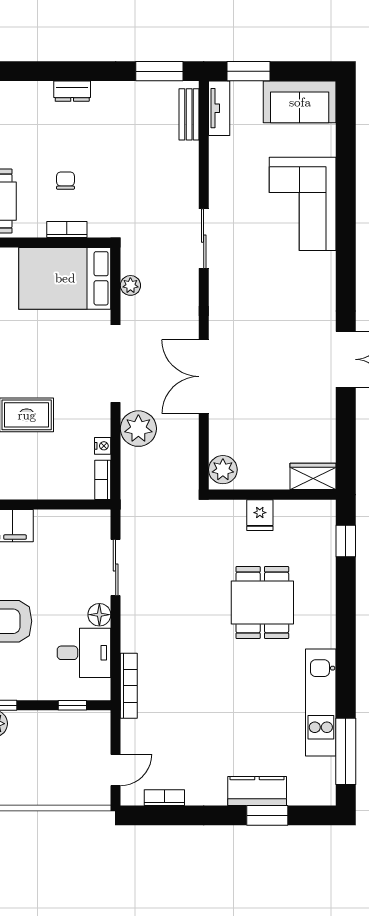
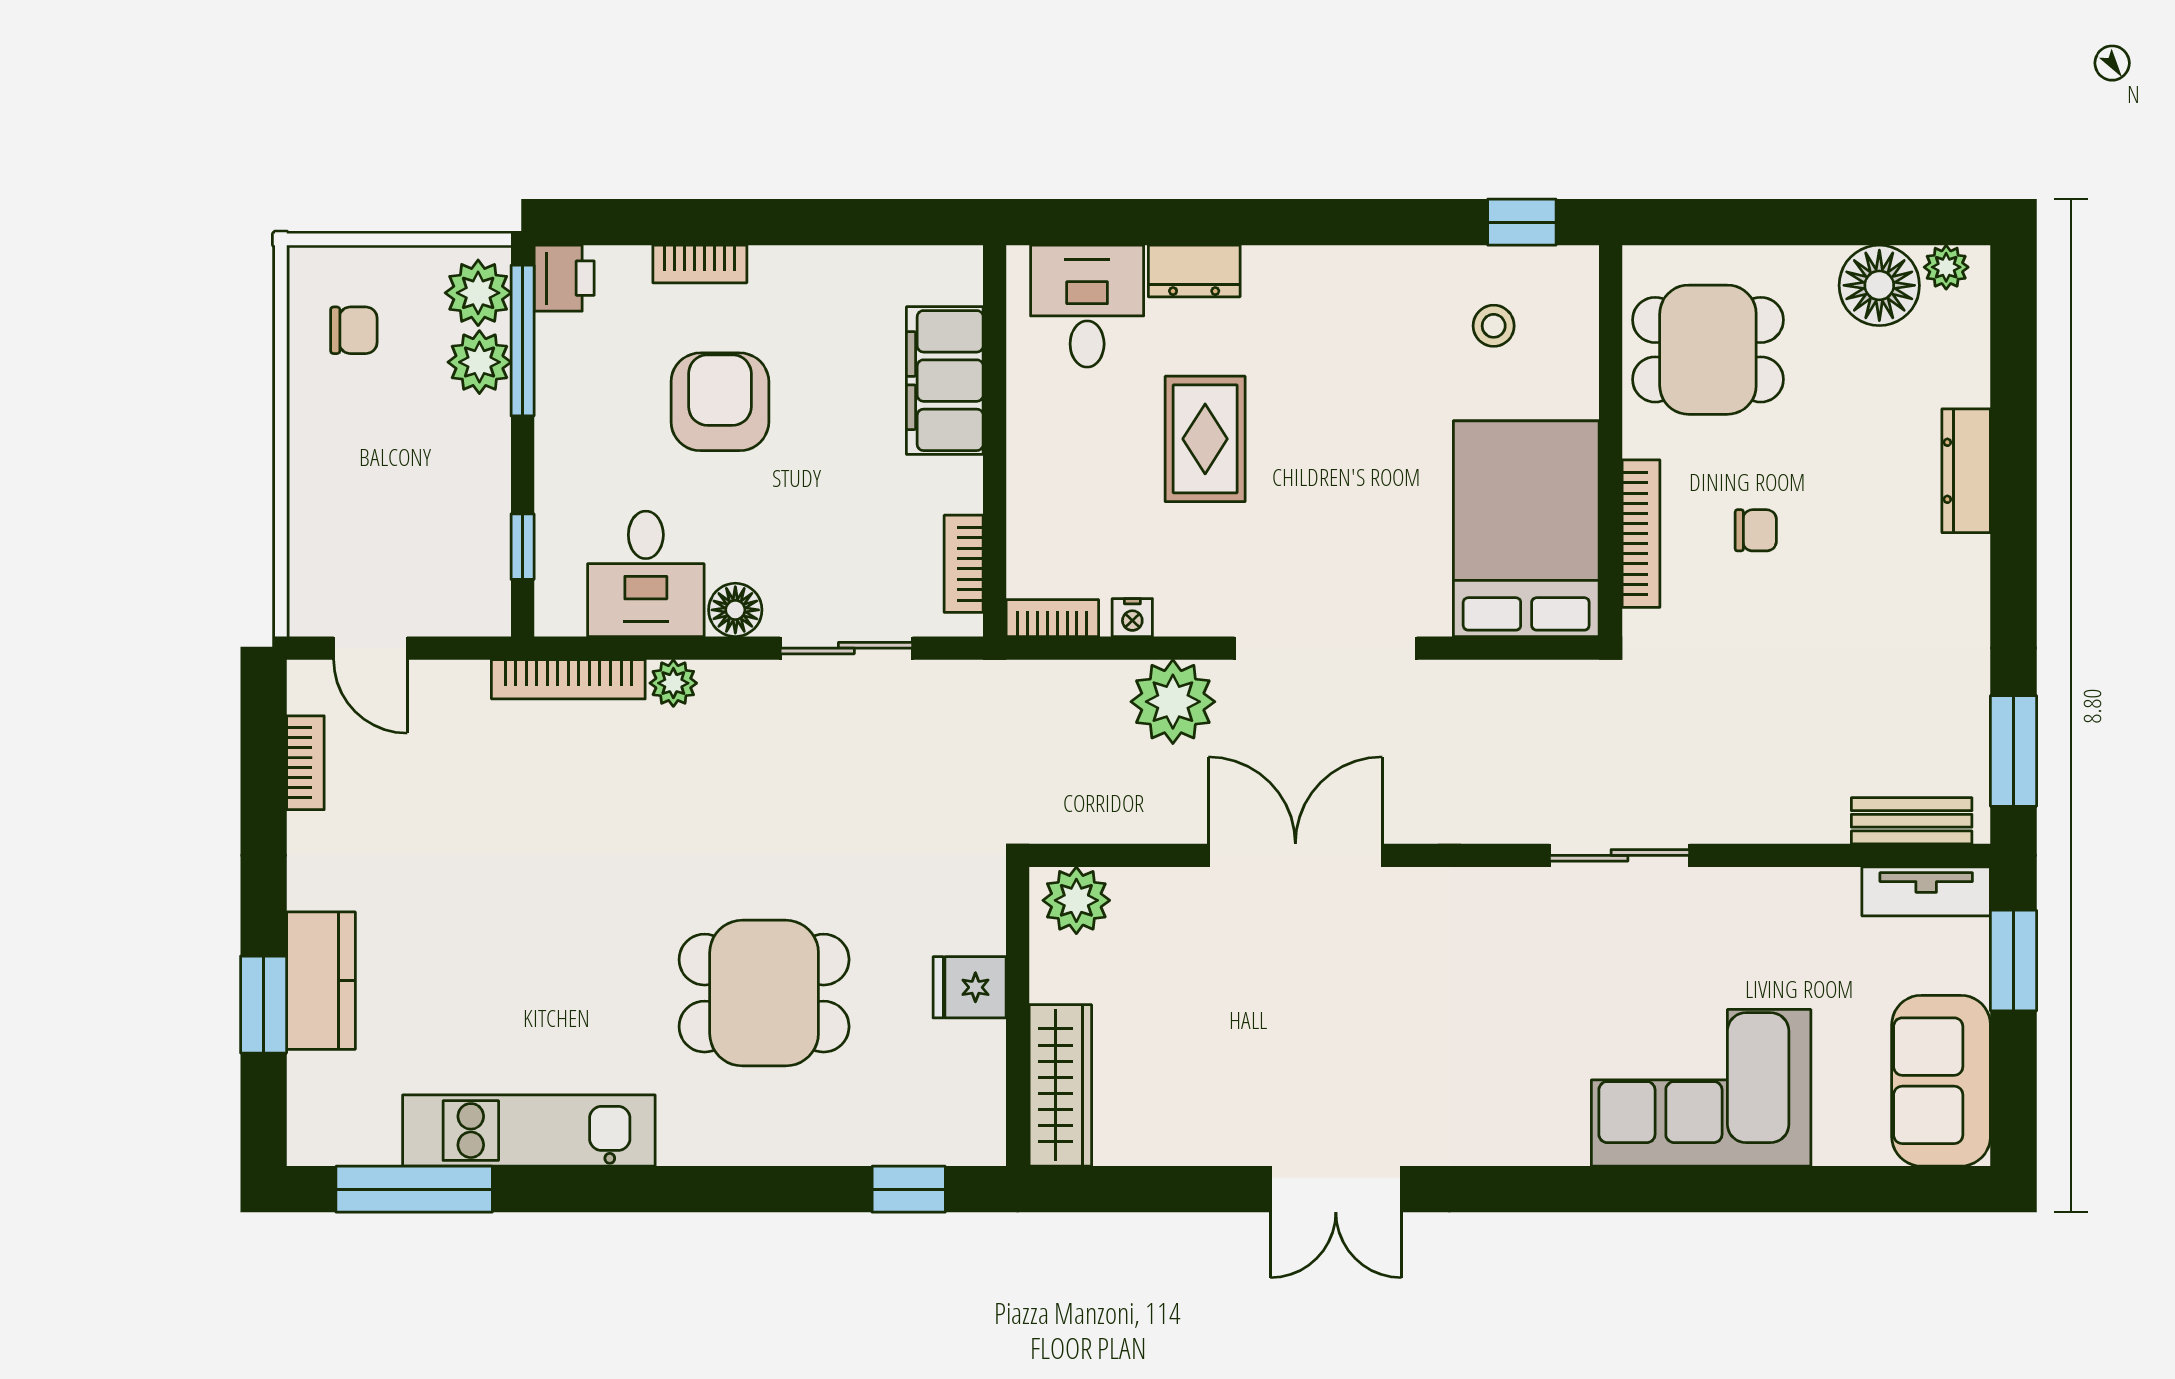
dresser: (72, 91) -> (1966, 471), moved, width x1.44
bookcase: (67, 230) -> (1641, 534), width x1.56
plant: (130, 285) -> (673, 683), moved
wardrobe: (313, 476) -> (1060, 1085), width x1.50
bookcase: (80, 518) -> (964, 564), added

